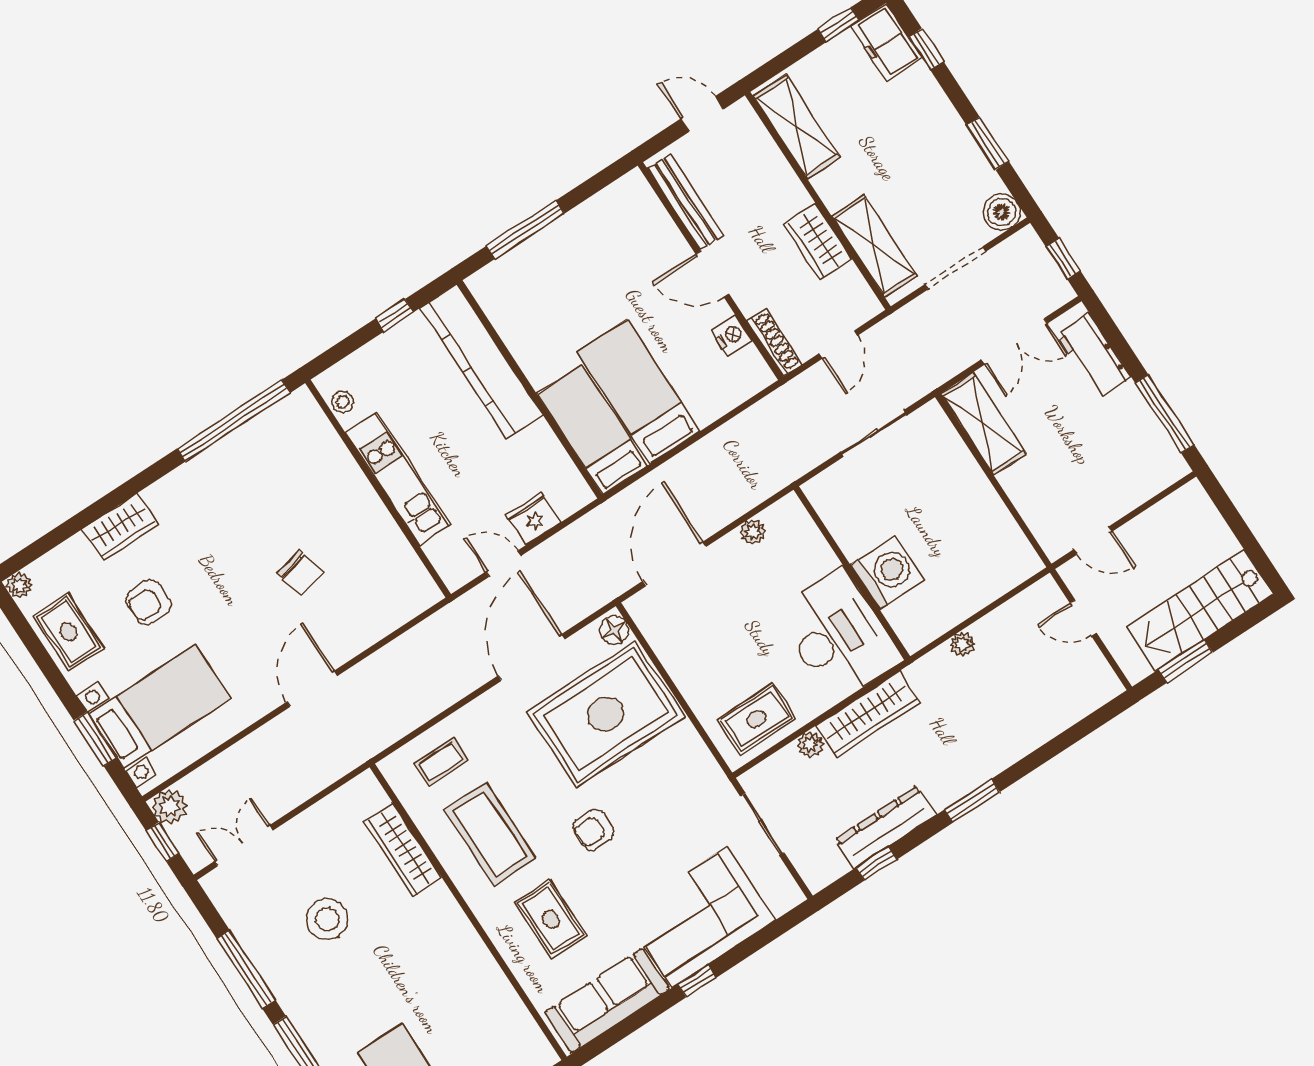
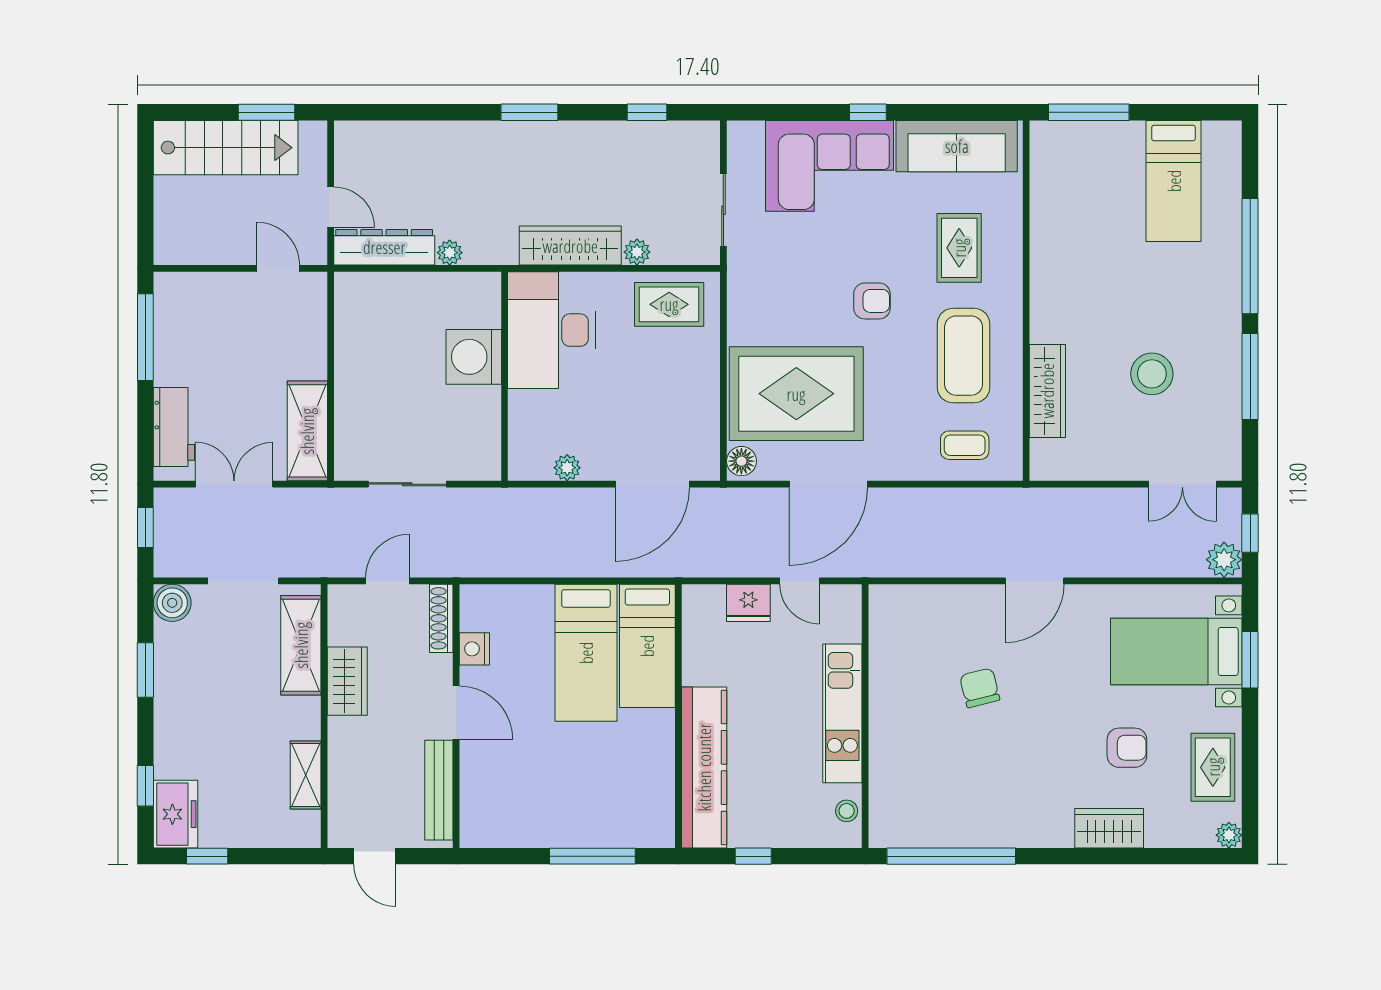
shelving: (797, 127) -> (306, 775), width x0.67, depth x0.75
dresser: (886, 827) -> (384, 247), moved, turned 180

